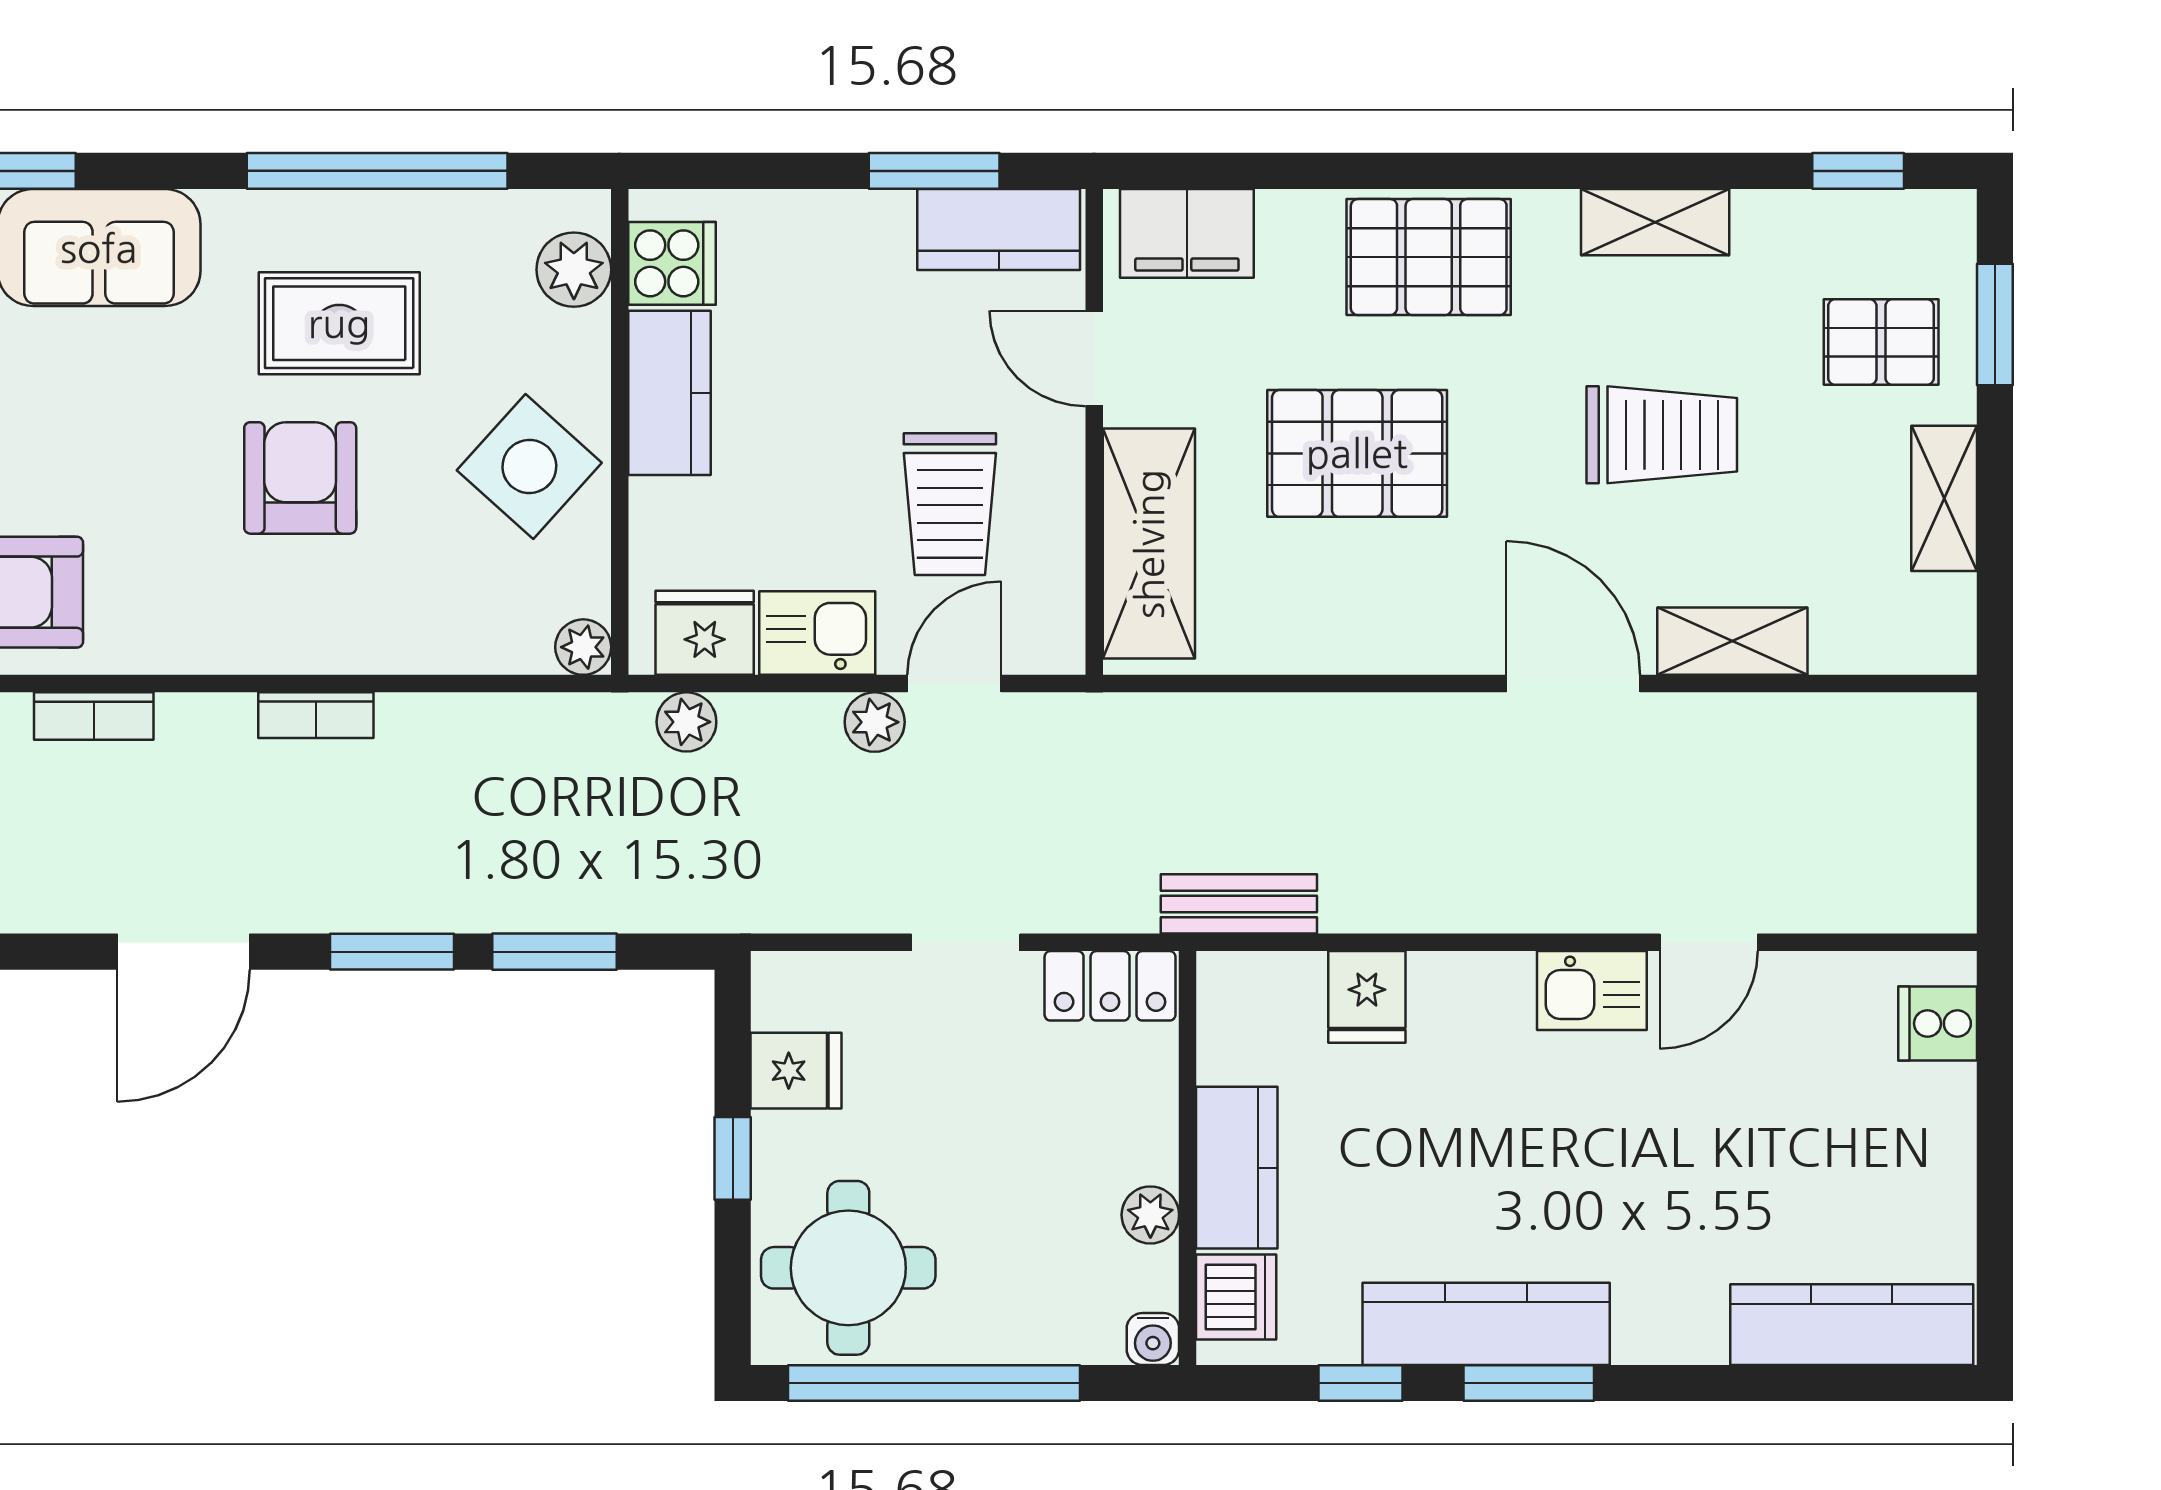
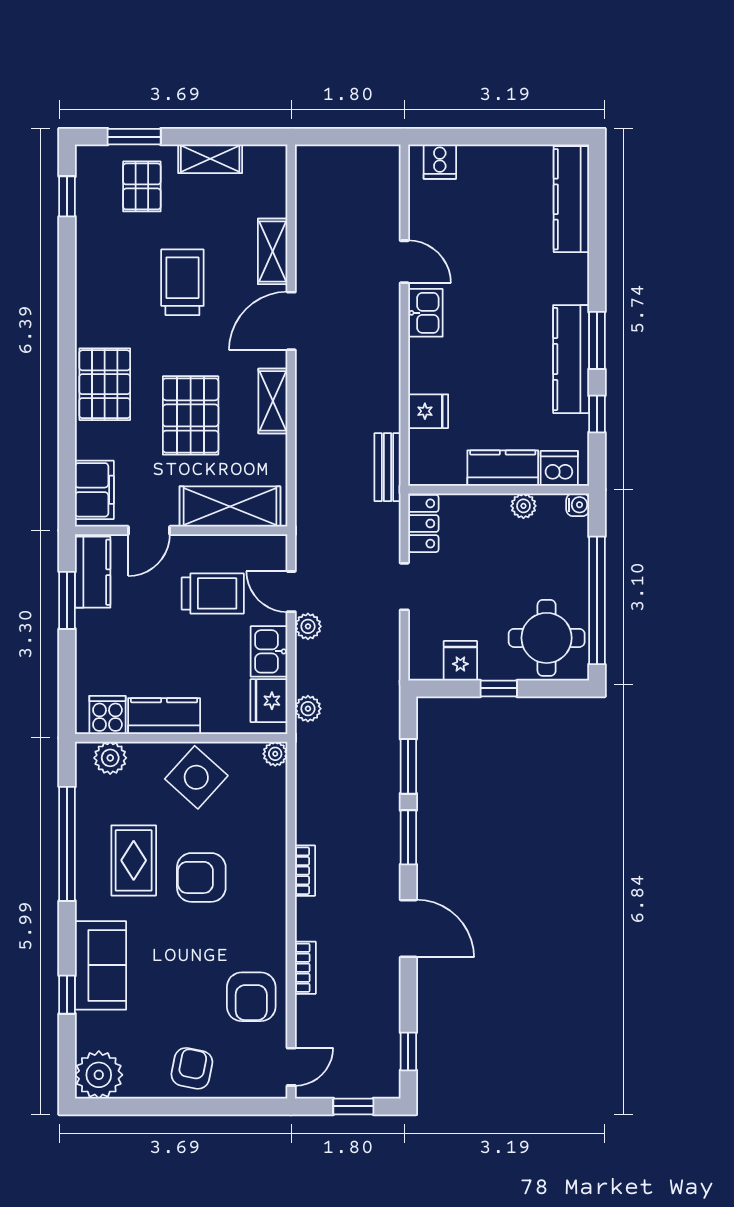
shelving: (1655, 222) -> (273, 401), moved

